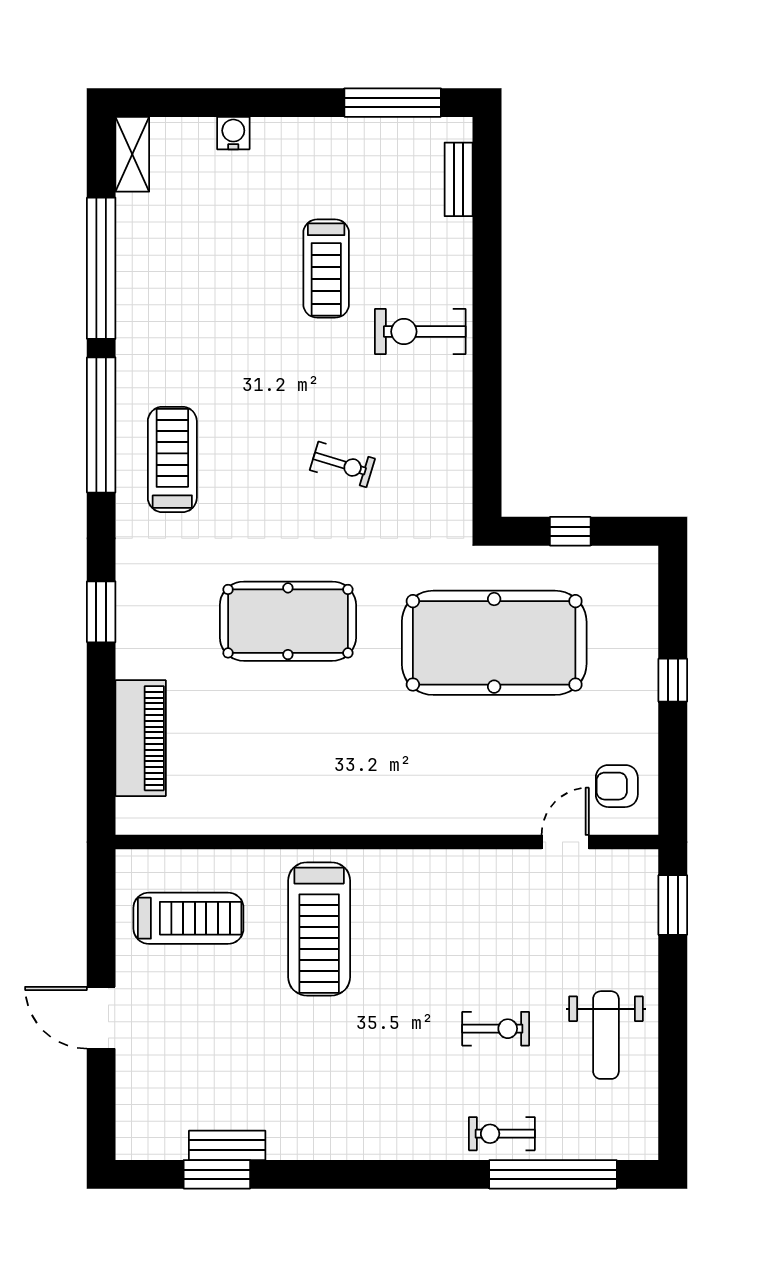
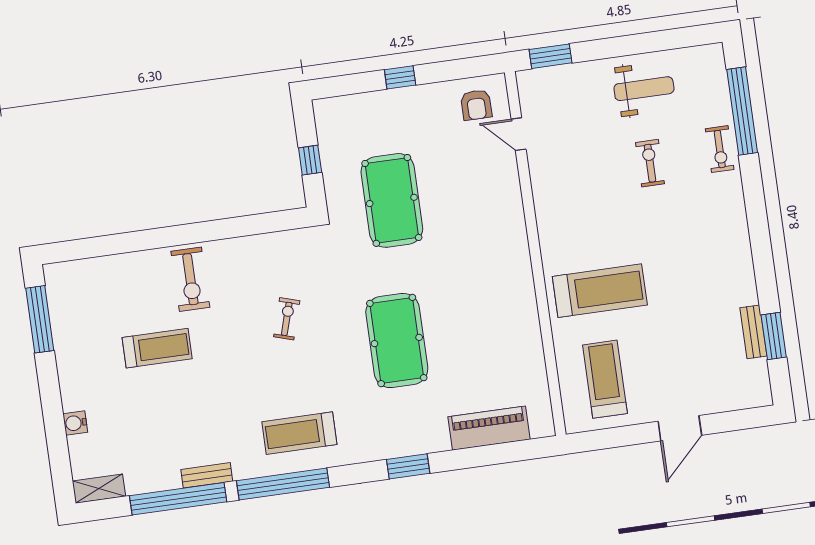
bench: (459, 179) -> (207, 475), moved
pool table: (494, 643) -> (392, 200), width x0.73, depth x0.76

